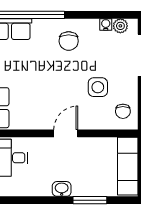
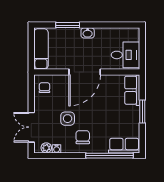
side table: (98, 87) -> (68, 119), moved
door: (66, 133) -> (85, 72), width x1.87

